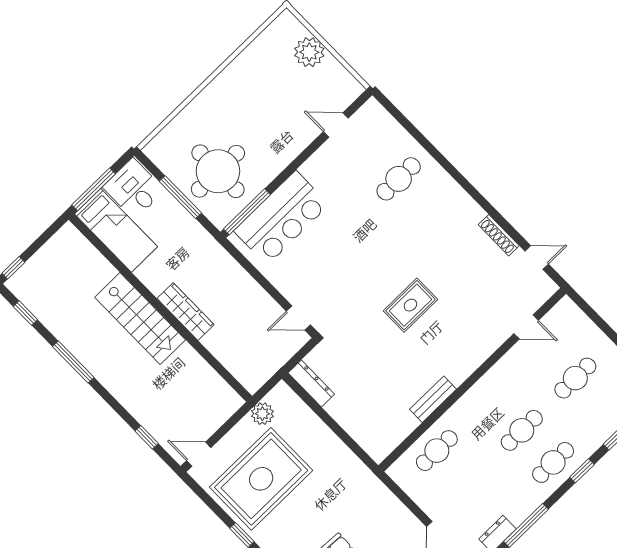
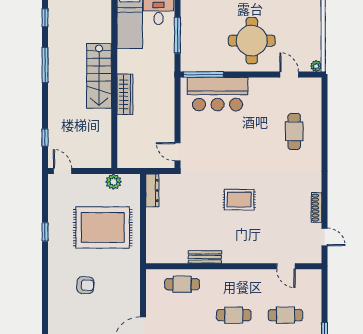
plant: (309, 52) -> (316, 66), moved, width x0.53, depth x0.53
round table: (218, 171) -> (252, 41), moved
cafe table: (399, 179) -> (294, 131), turned 90
rug: (261, 479) -> (103, 227), moved

